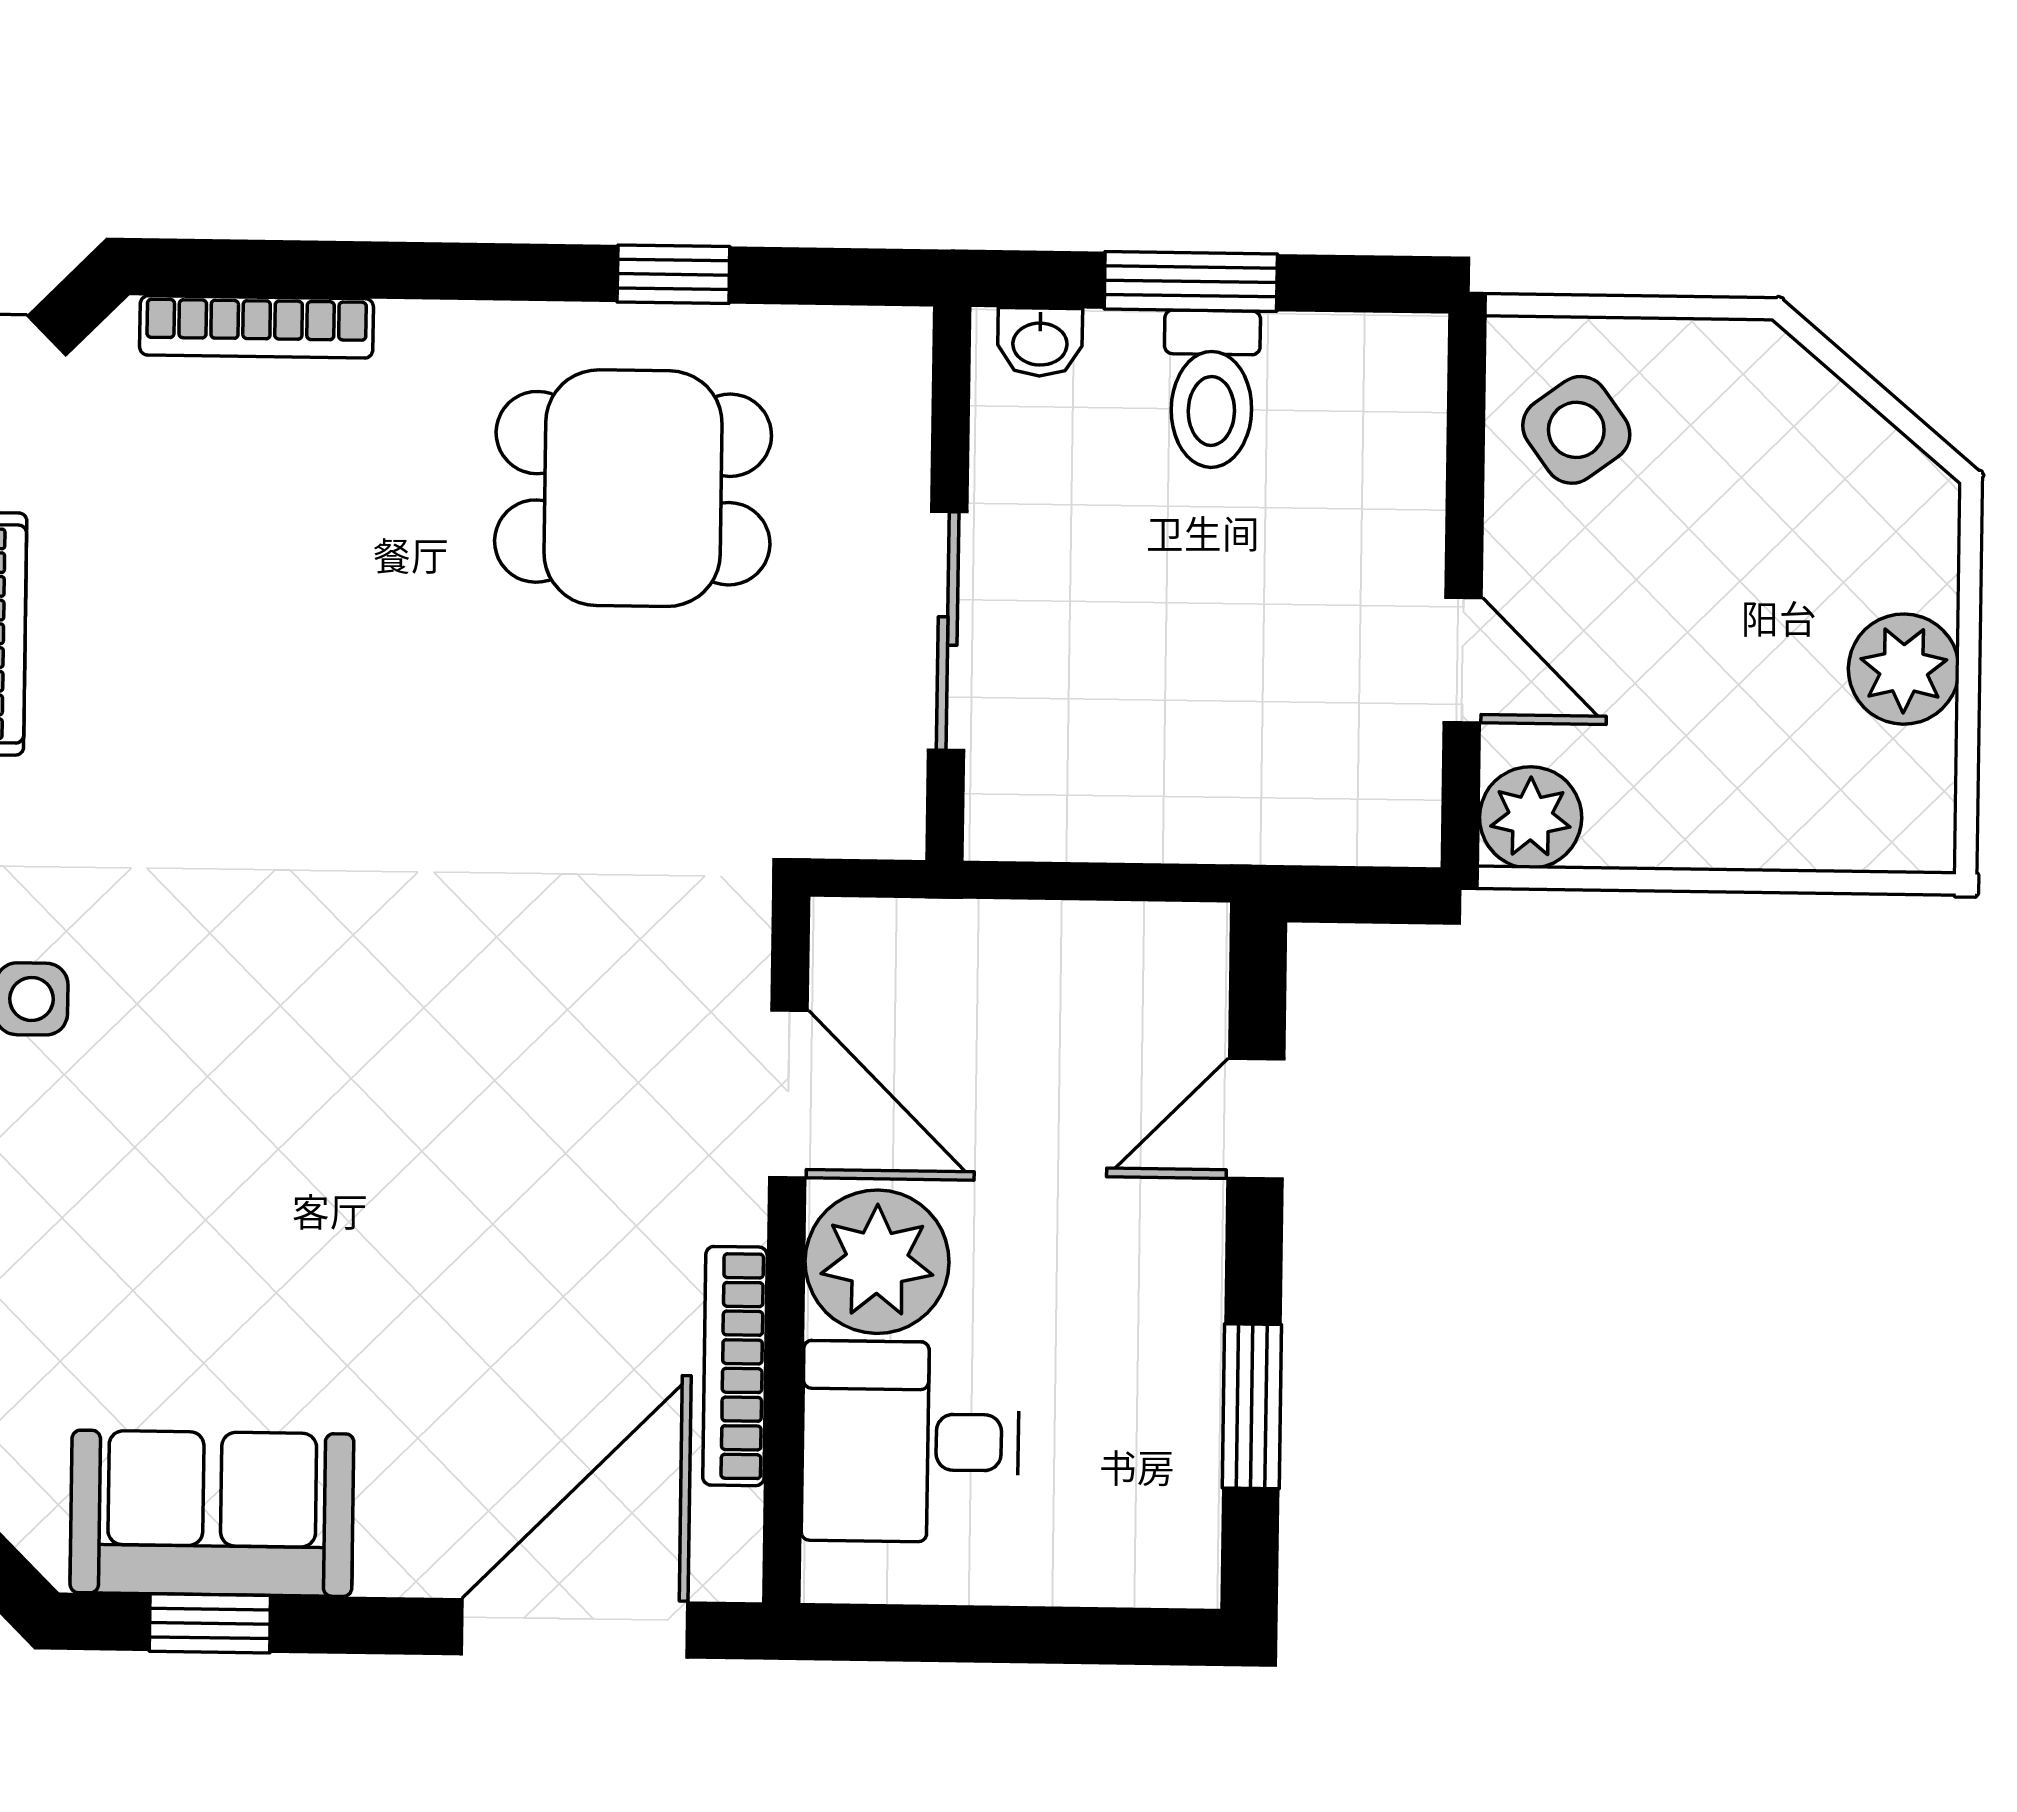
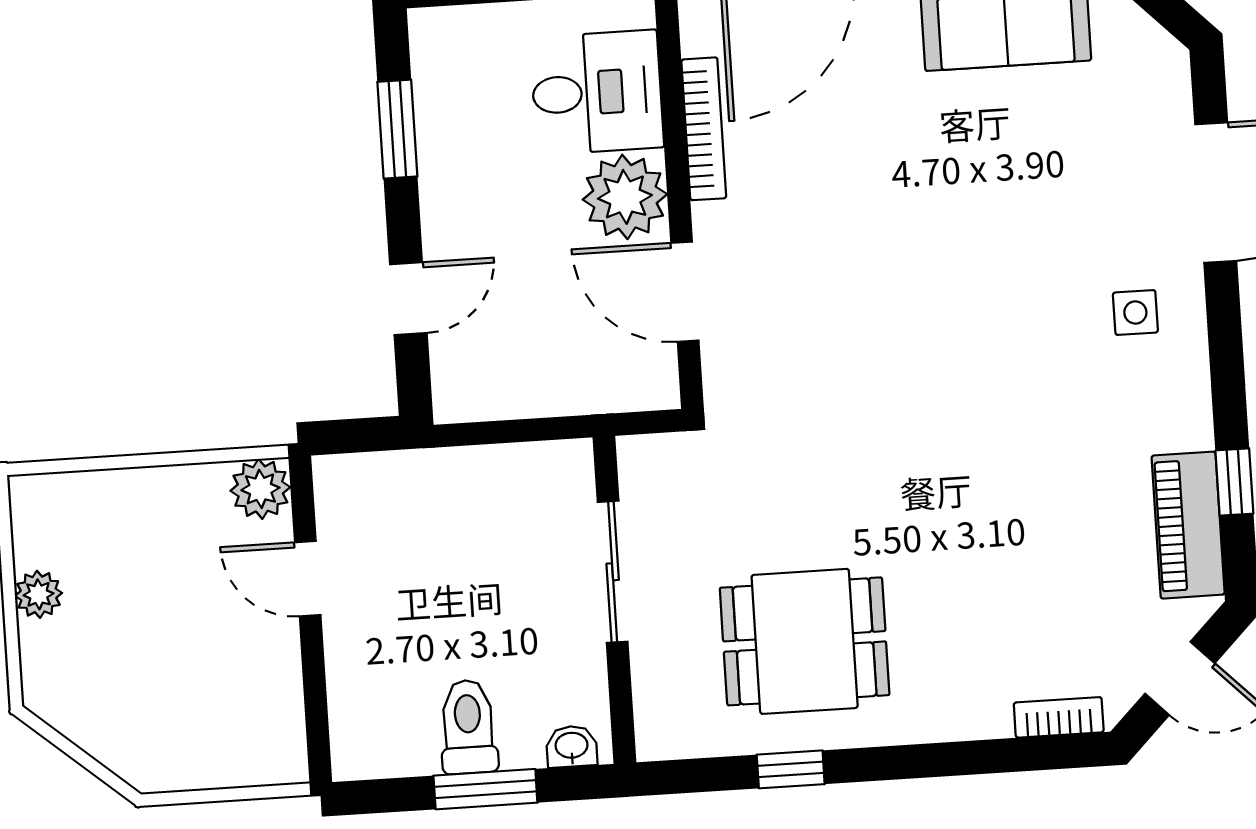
bookcase: (257, 327) -> (1059, 717), width x0.64
side table: (1576, 430) -> (251, 720), removed
plant: (1904, 669) -> (38, 594), width x0.73, depth x0.73

